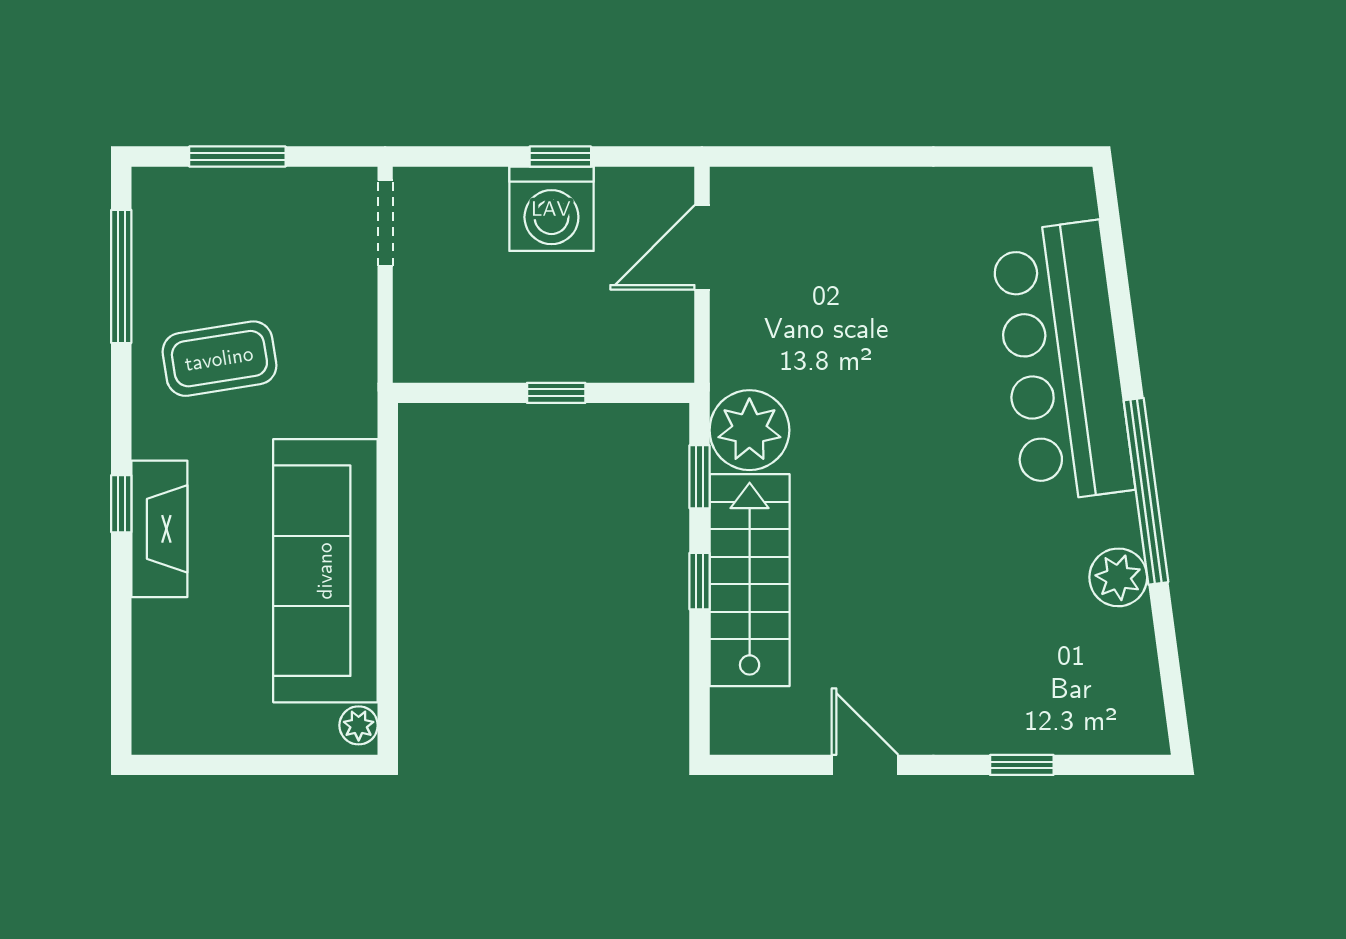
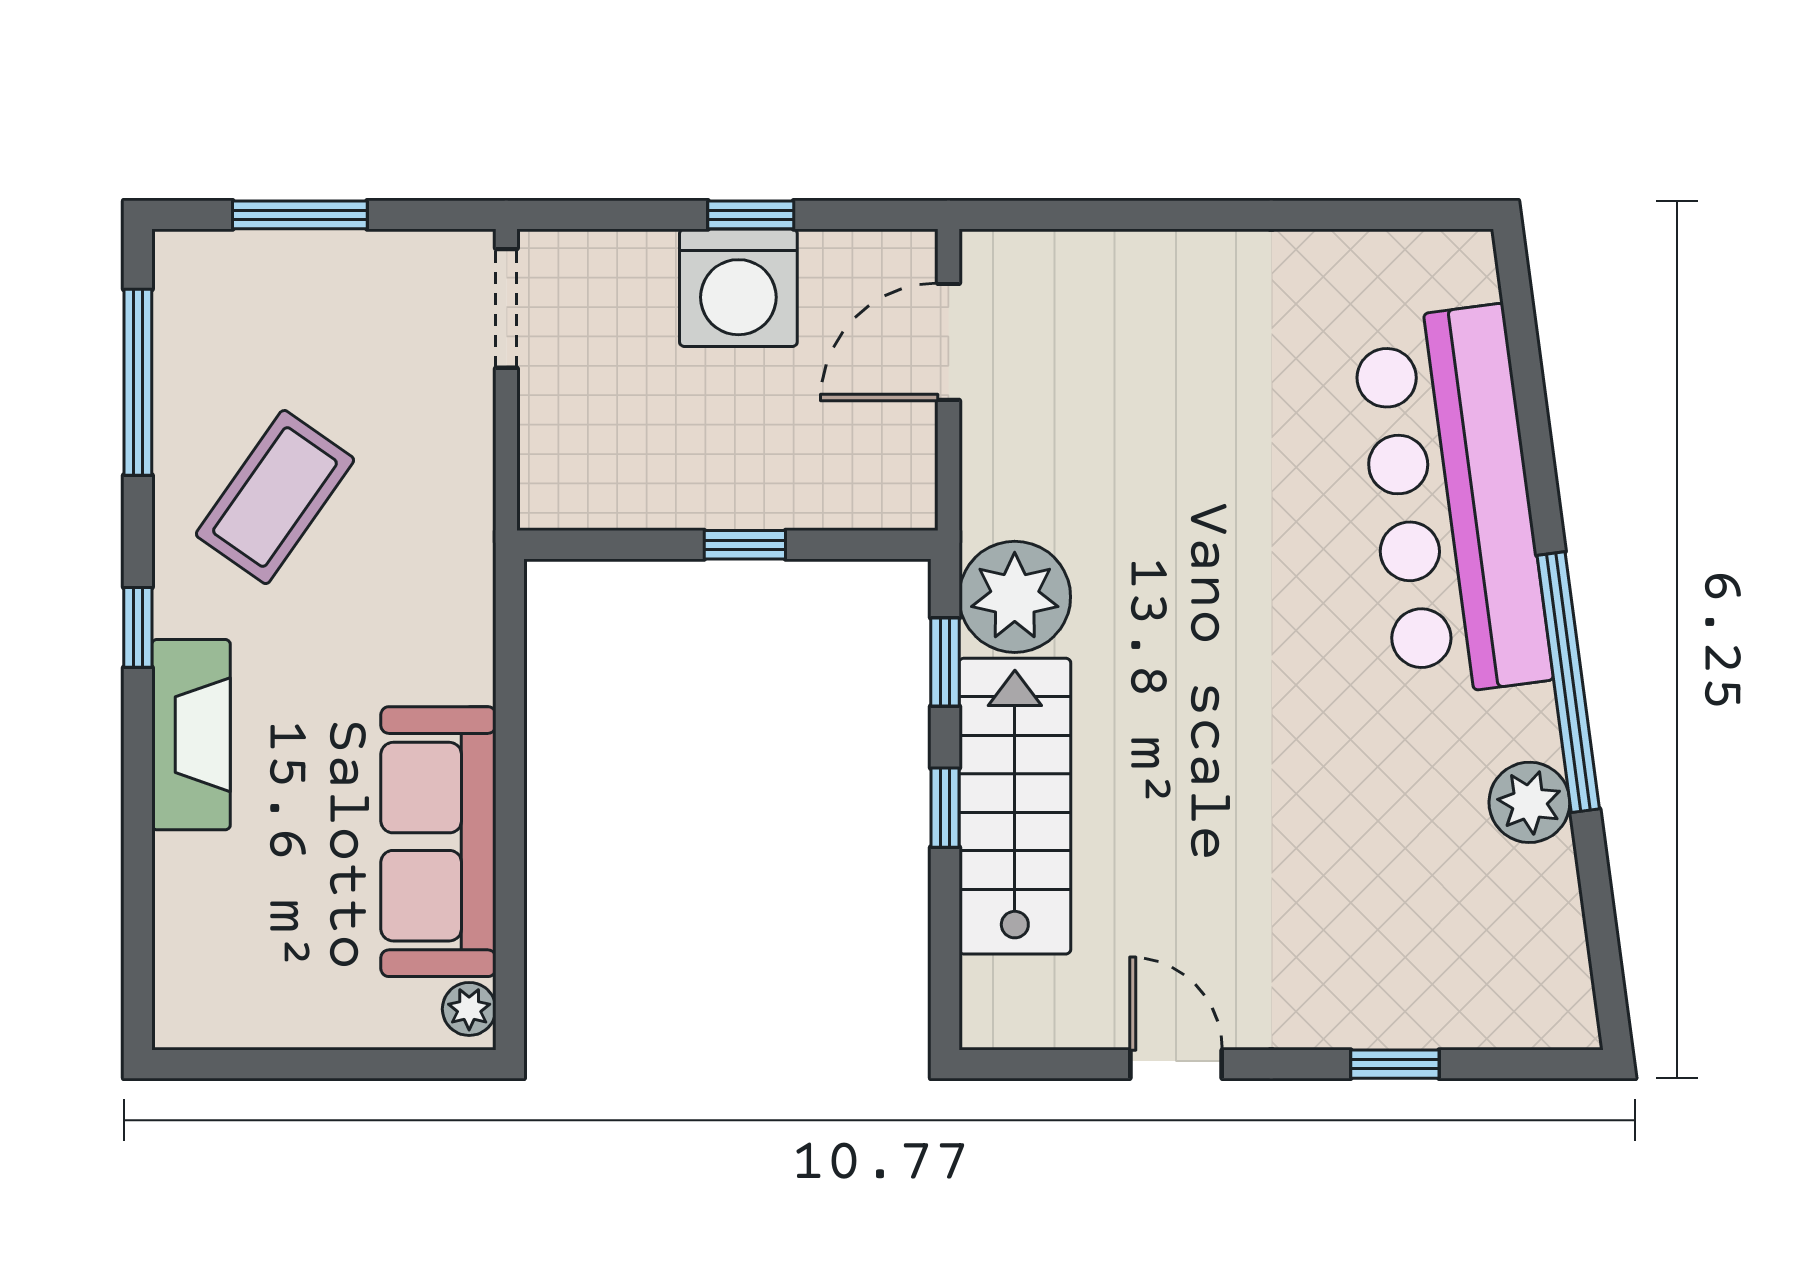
coffee table: (219, 359) -> (275, 497), turned -46
window: (121, 504) -> (138, 627), moved
sofa: (325, 571) -> (438, 842), width x0.74, depth x0.79

